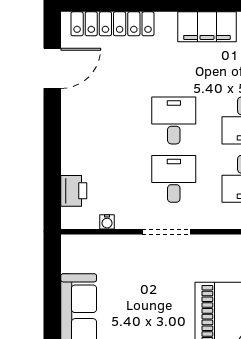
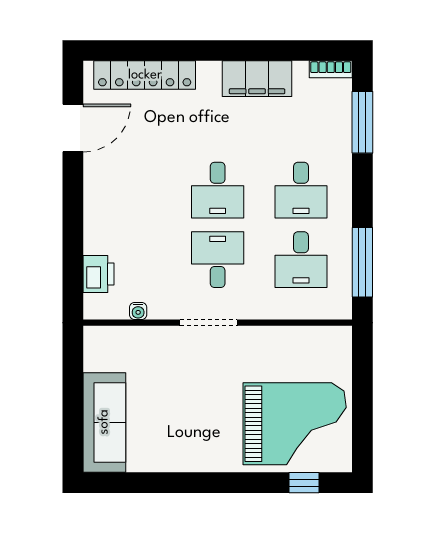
desk: (174, 120) -> (218, 190), turned 180

